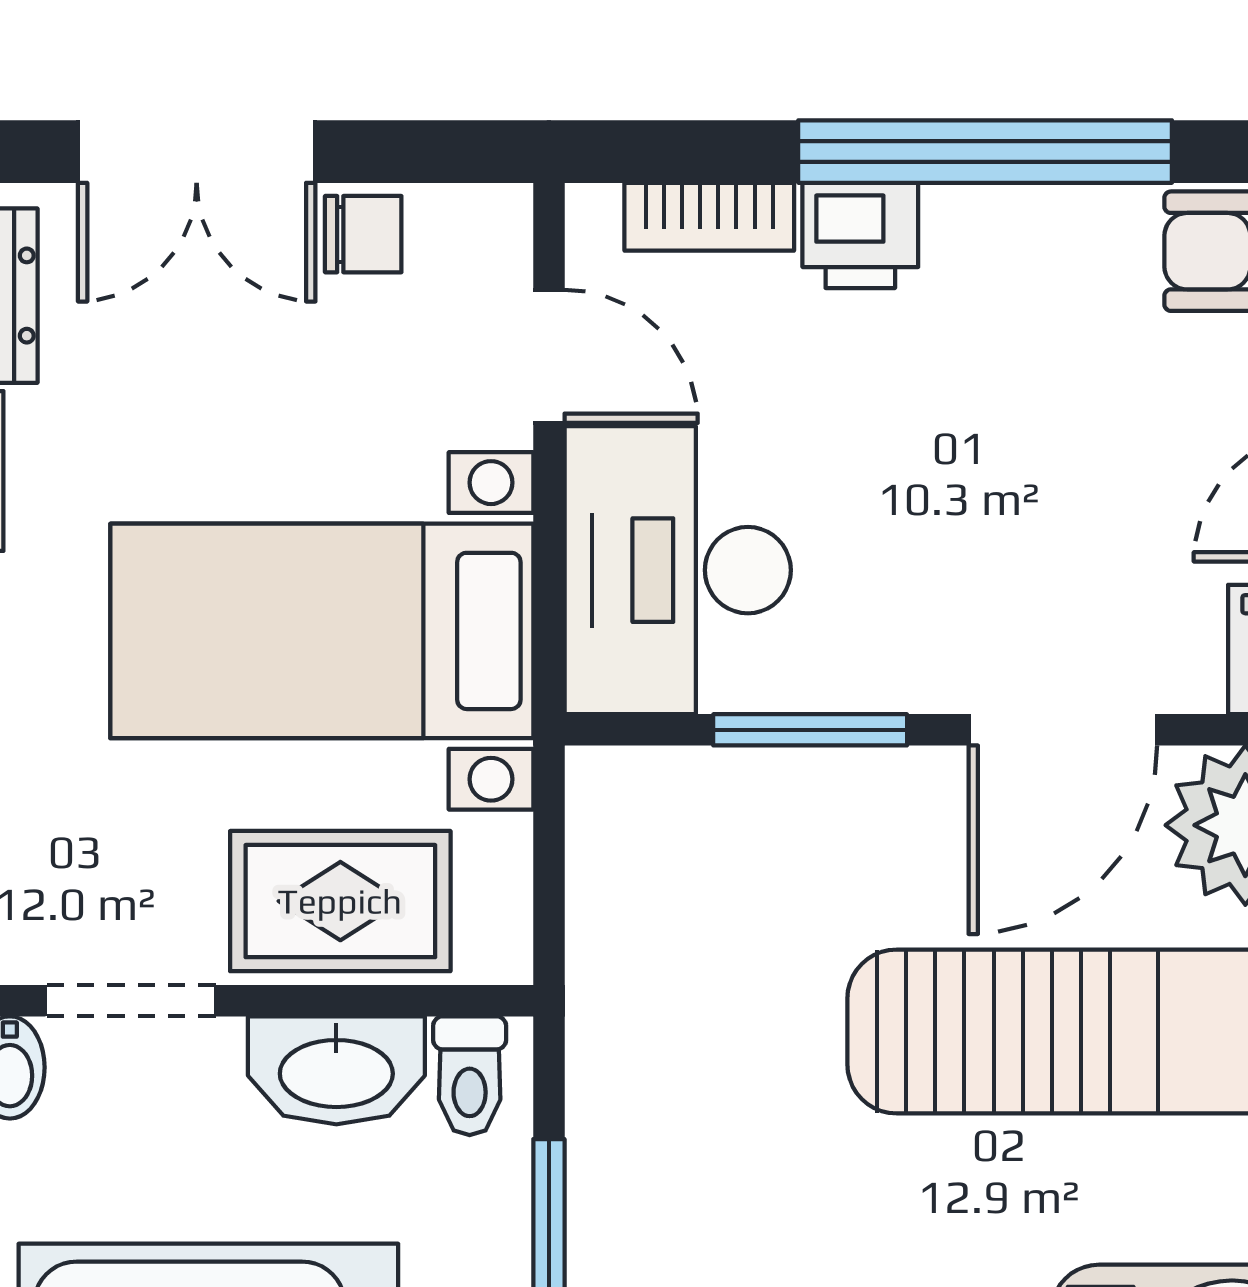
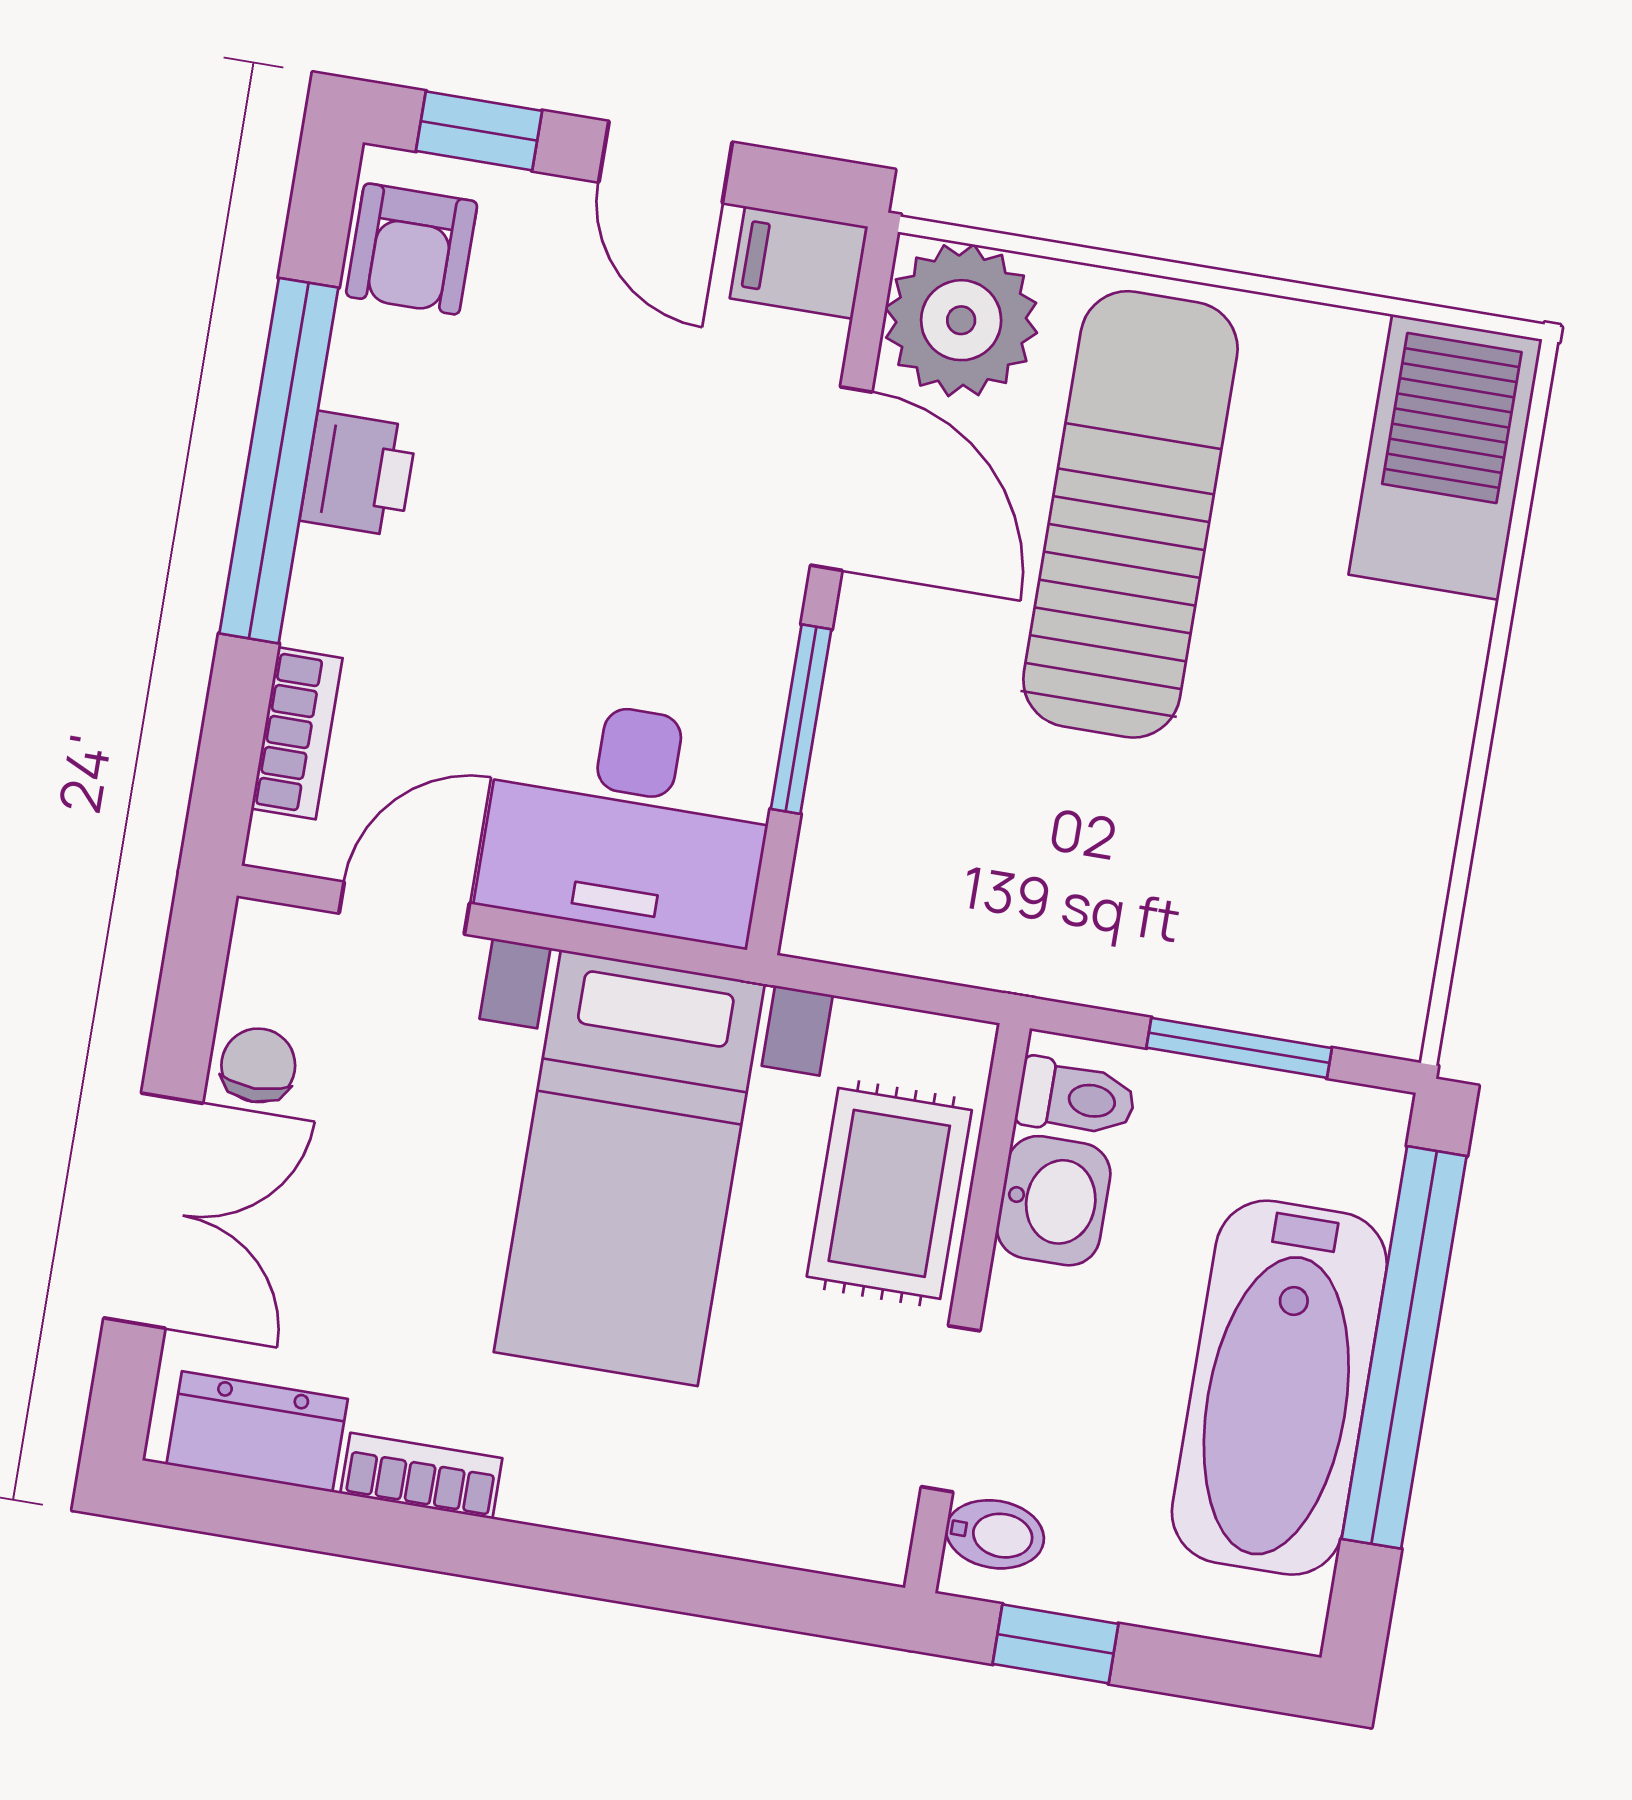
printer: (860, 235) -> (359, 474), moved
washbasin: (336, 1070) -> (1054, 1201), width x0.72

